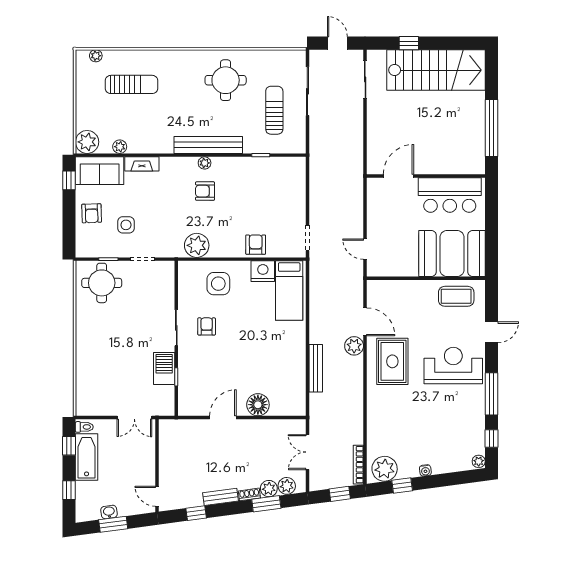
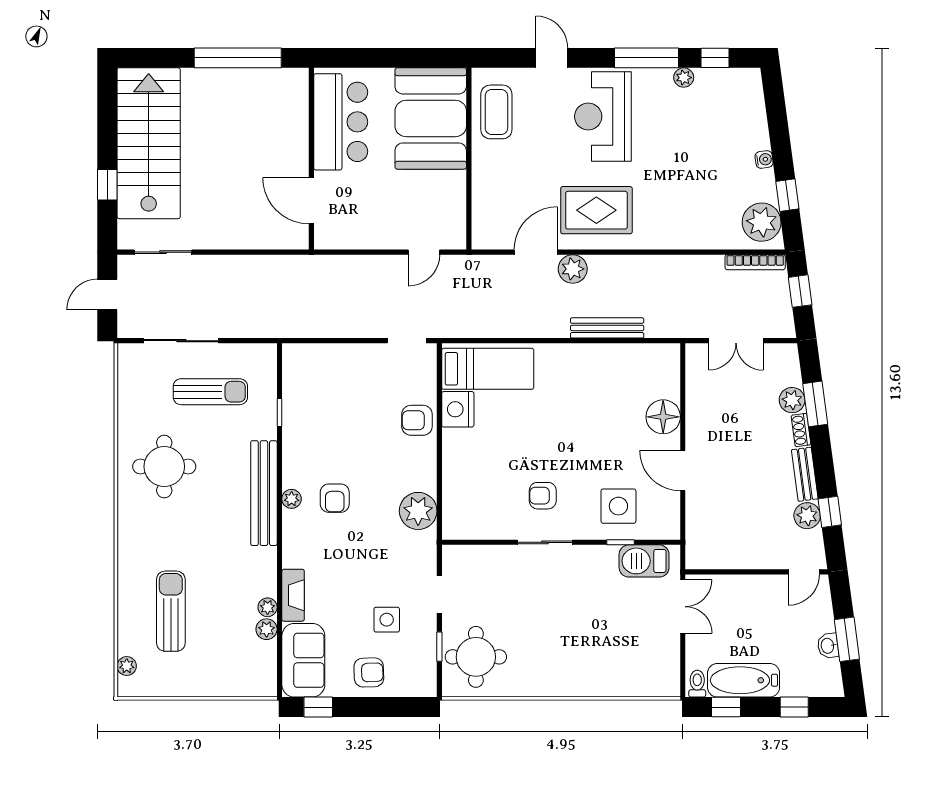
sun lounger: (274, 110) -> (210, 392), turned 180
plant: (87, 142) -> (268, 607), moved, width x0.53, depth x0.53
side table: (218, 284) -> (618, 506), moved
barbecue: (164, 368) -> (644, 561), moved
plant: (479, 461) -> (684, 78), moved
plant: (287, 486) -> (807, 516), moved

